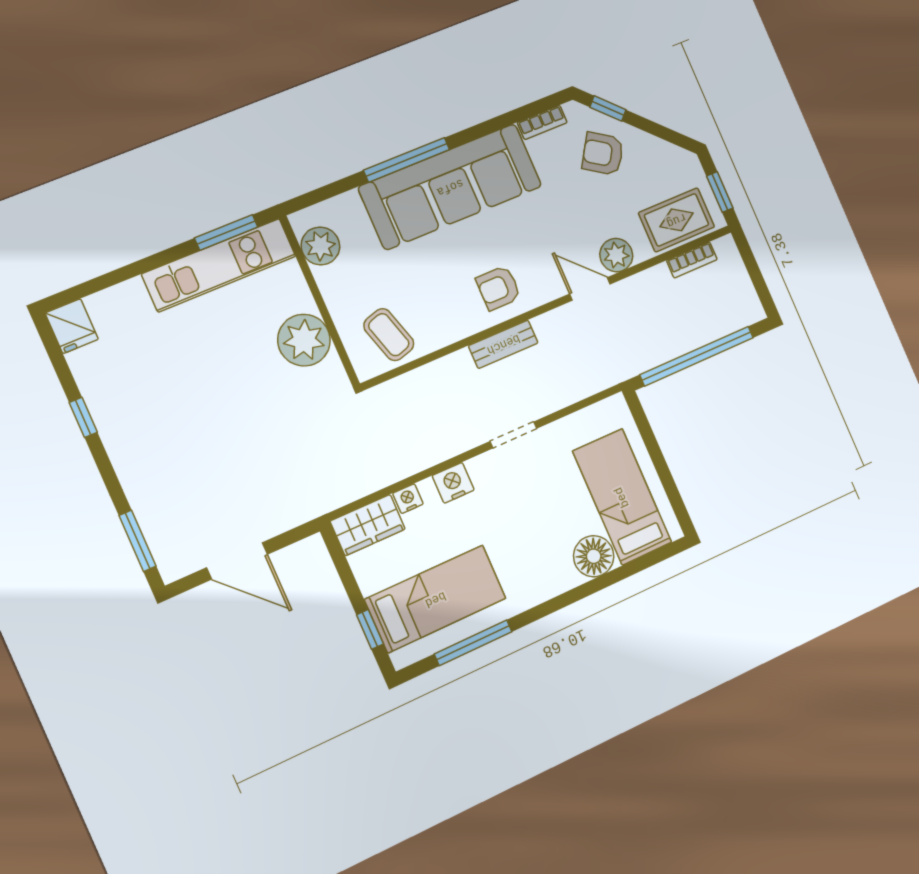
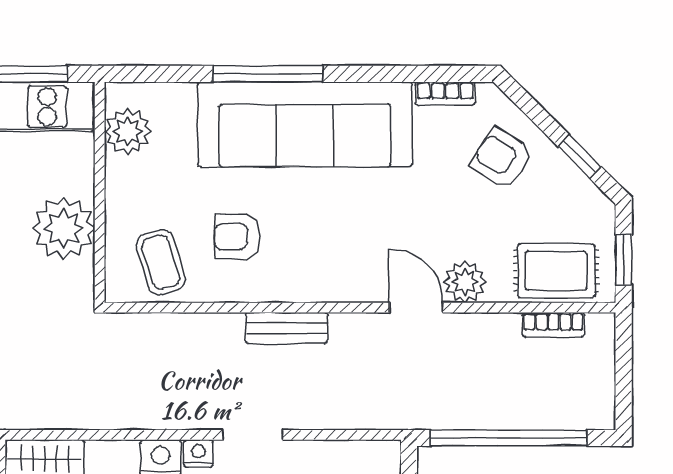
window: (608, 108) -> (580, 157), moved
armchair: (498, 288) -> (237, 236), moved
nightstand: (408, 499) -> (198, 453), moved

